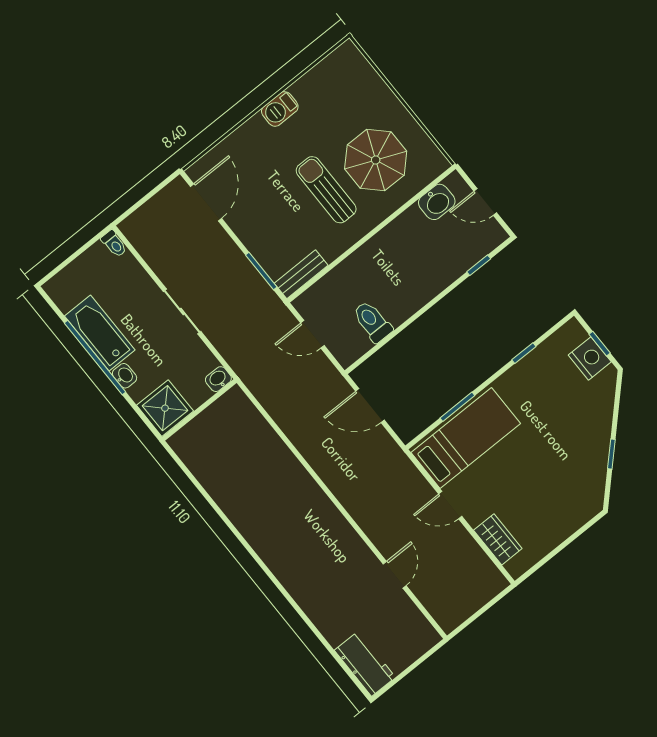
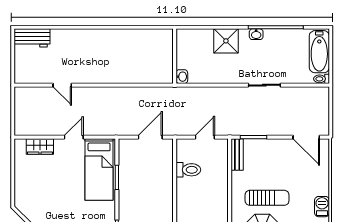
bathtub: (100, 333) -> (319, 52), moved, turned 90
washbasin: (218, 379) -> (182, 77), moved
wall: (199, 410) -> (175, 56), moved

